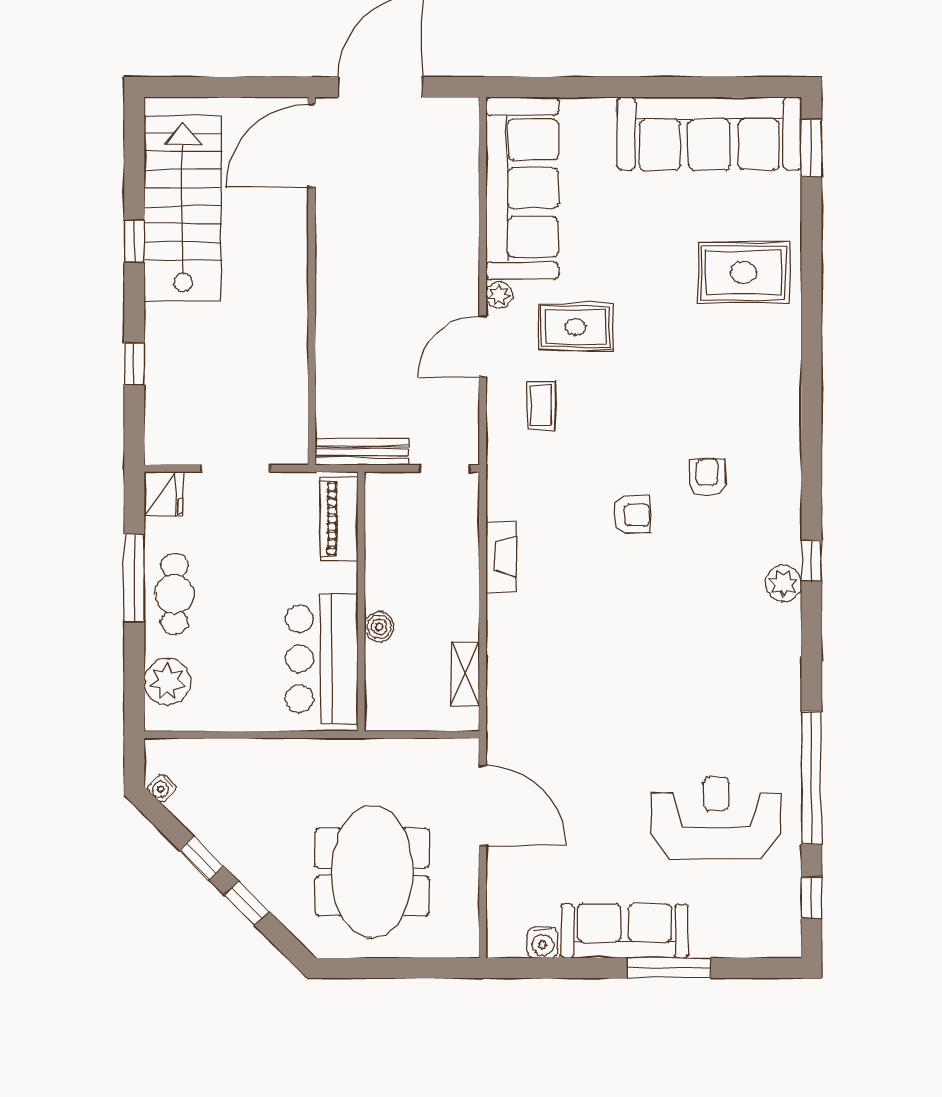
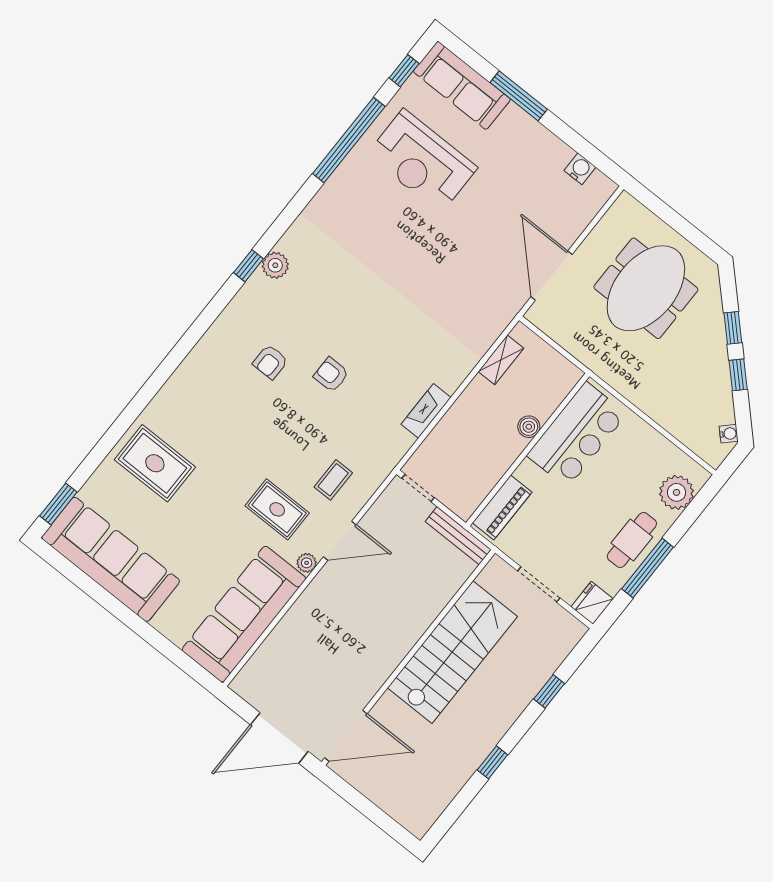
stairs: (183, 208) -> (452, 652), moved, turned 180
sofa: (624, 931) -> (462, 85), moved

